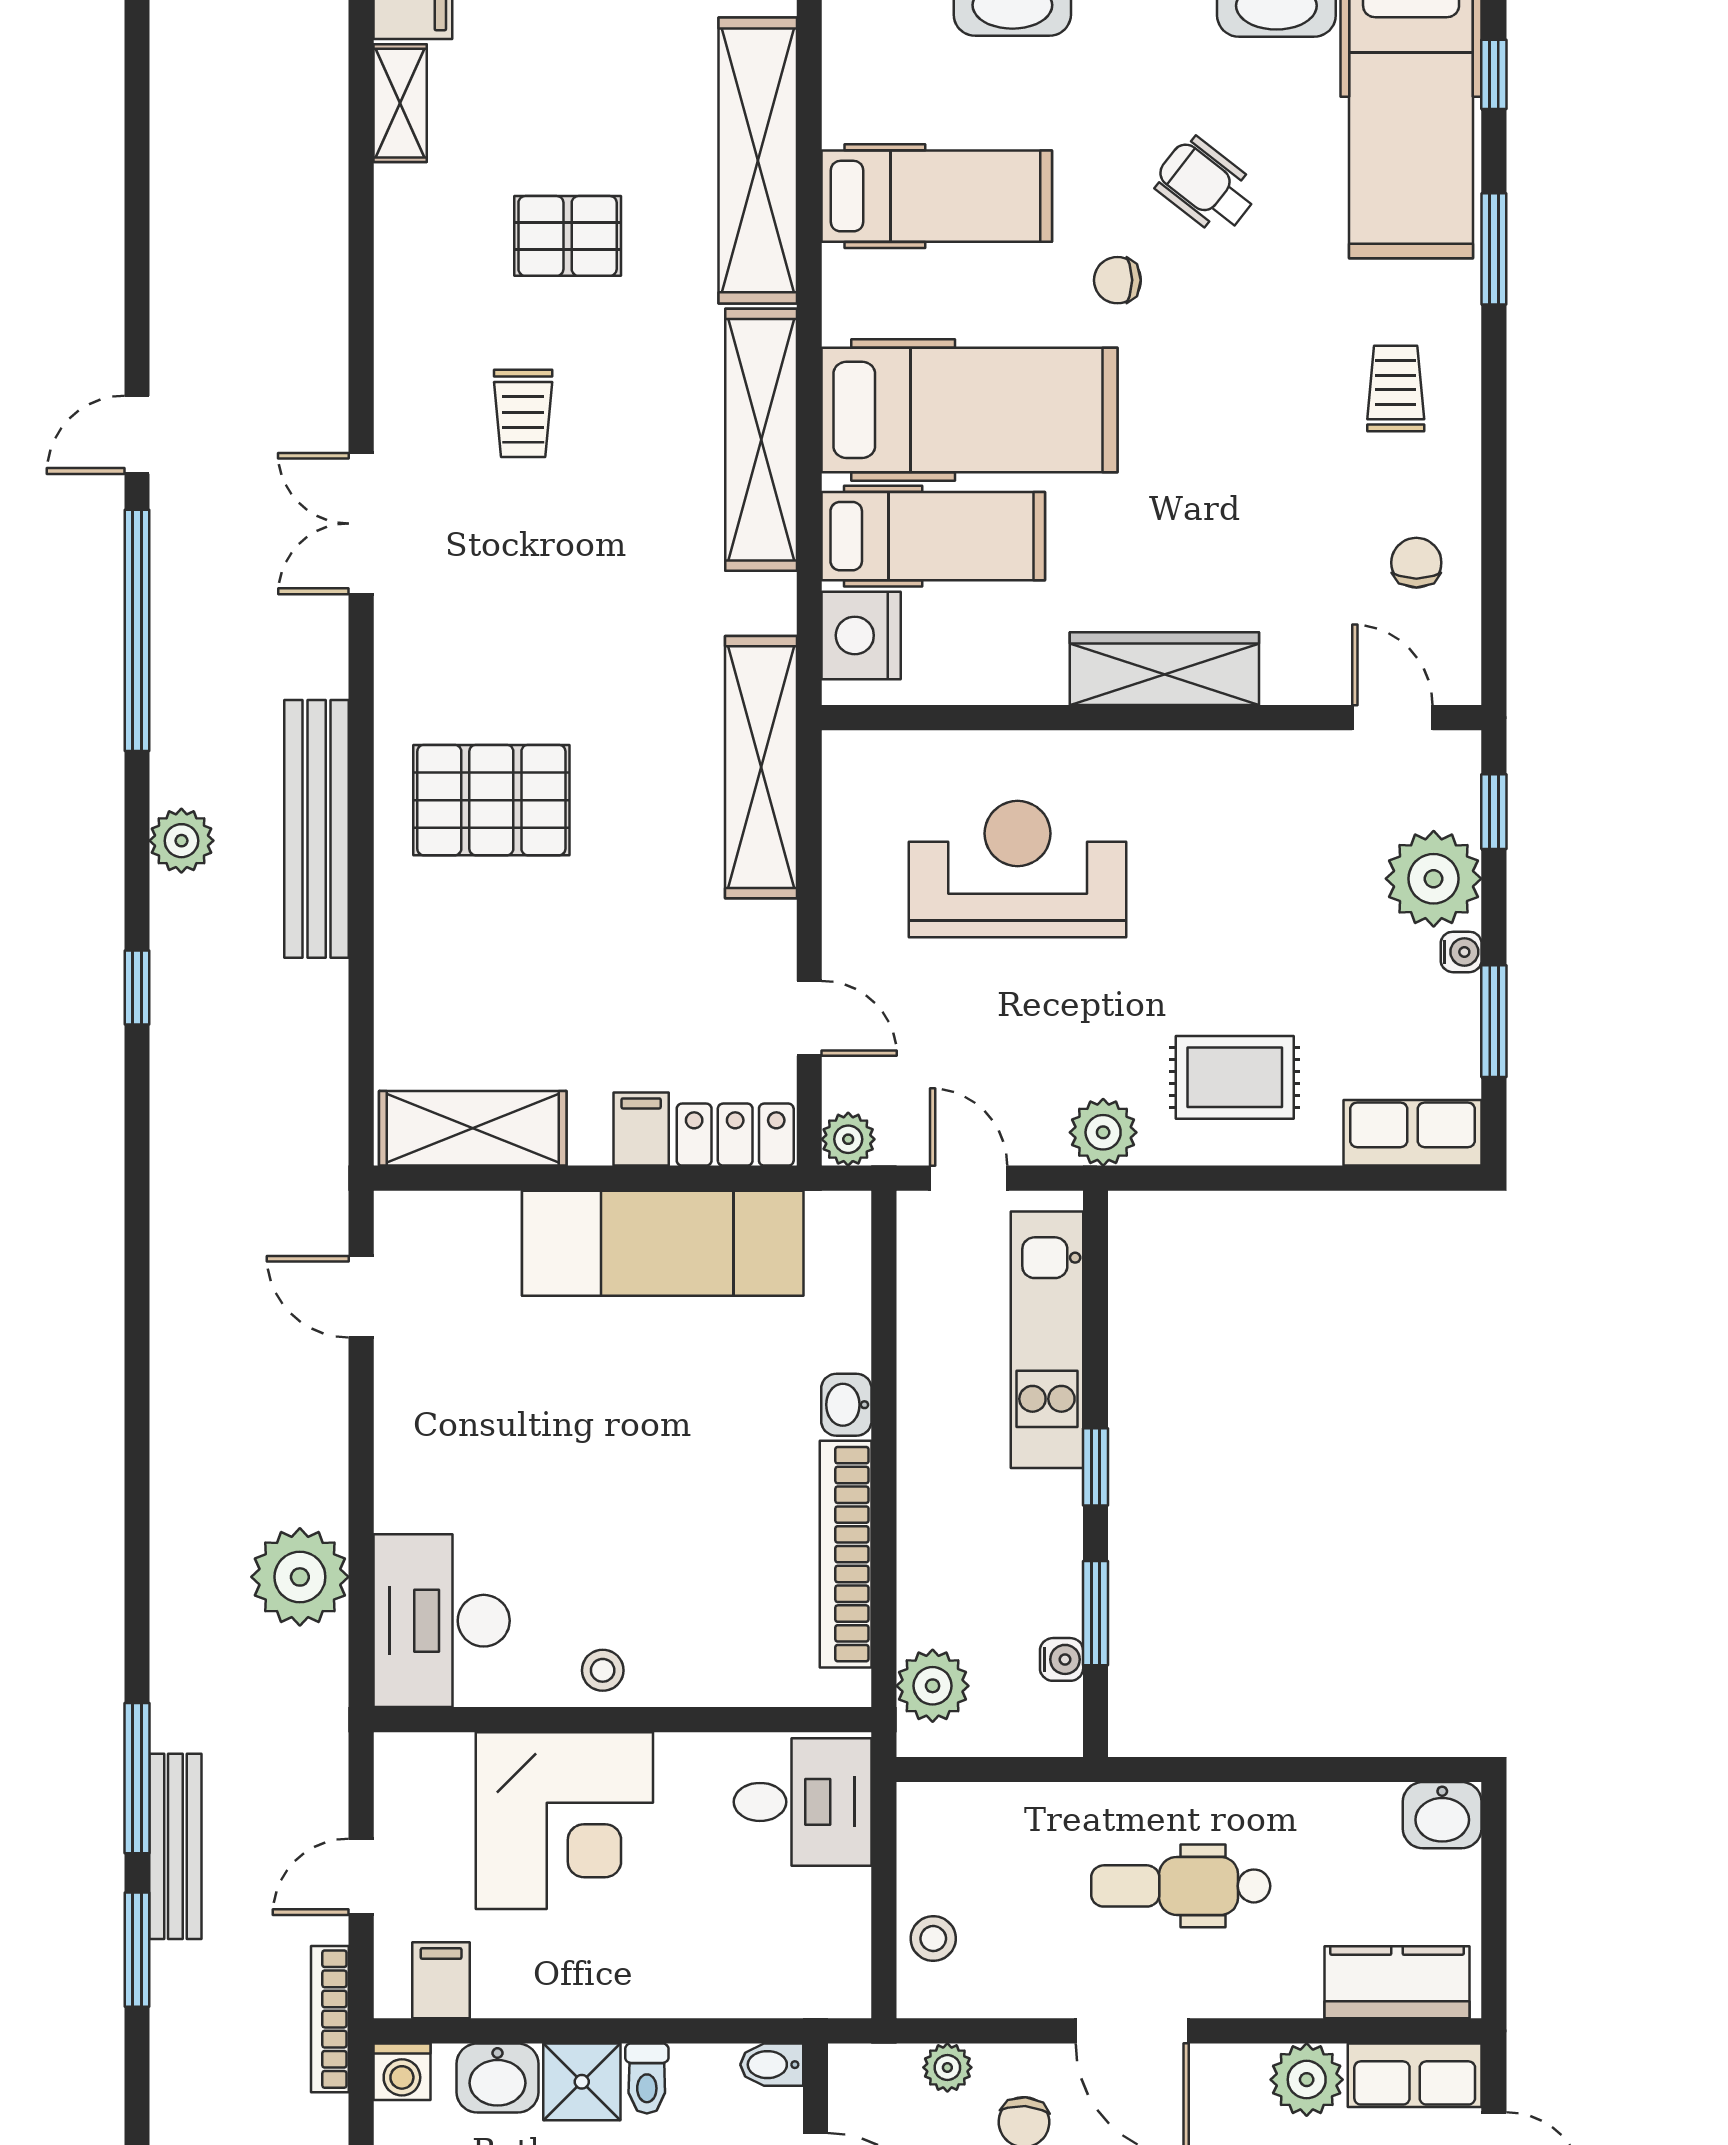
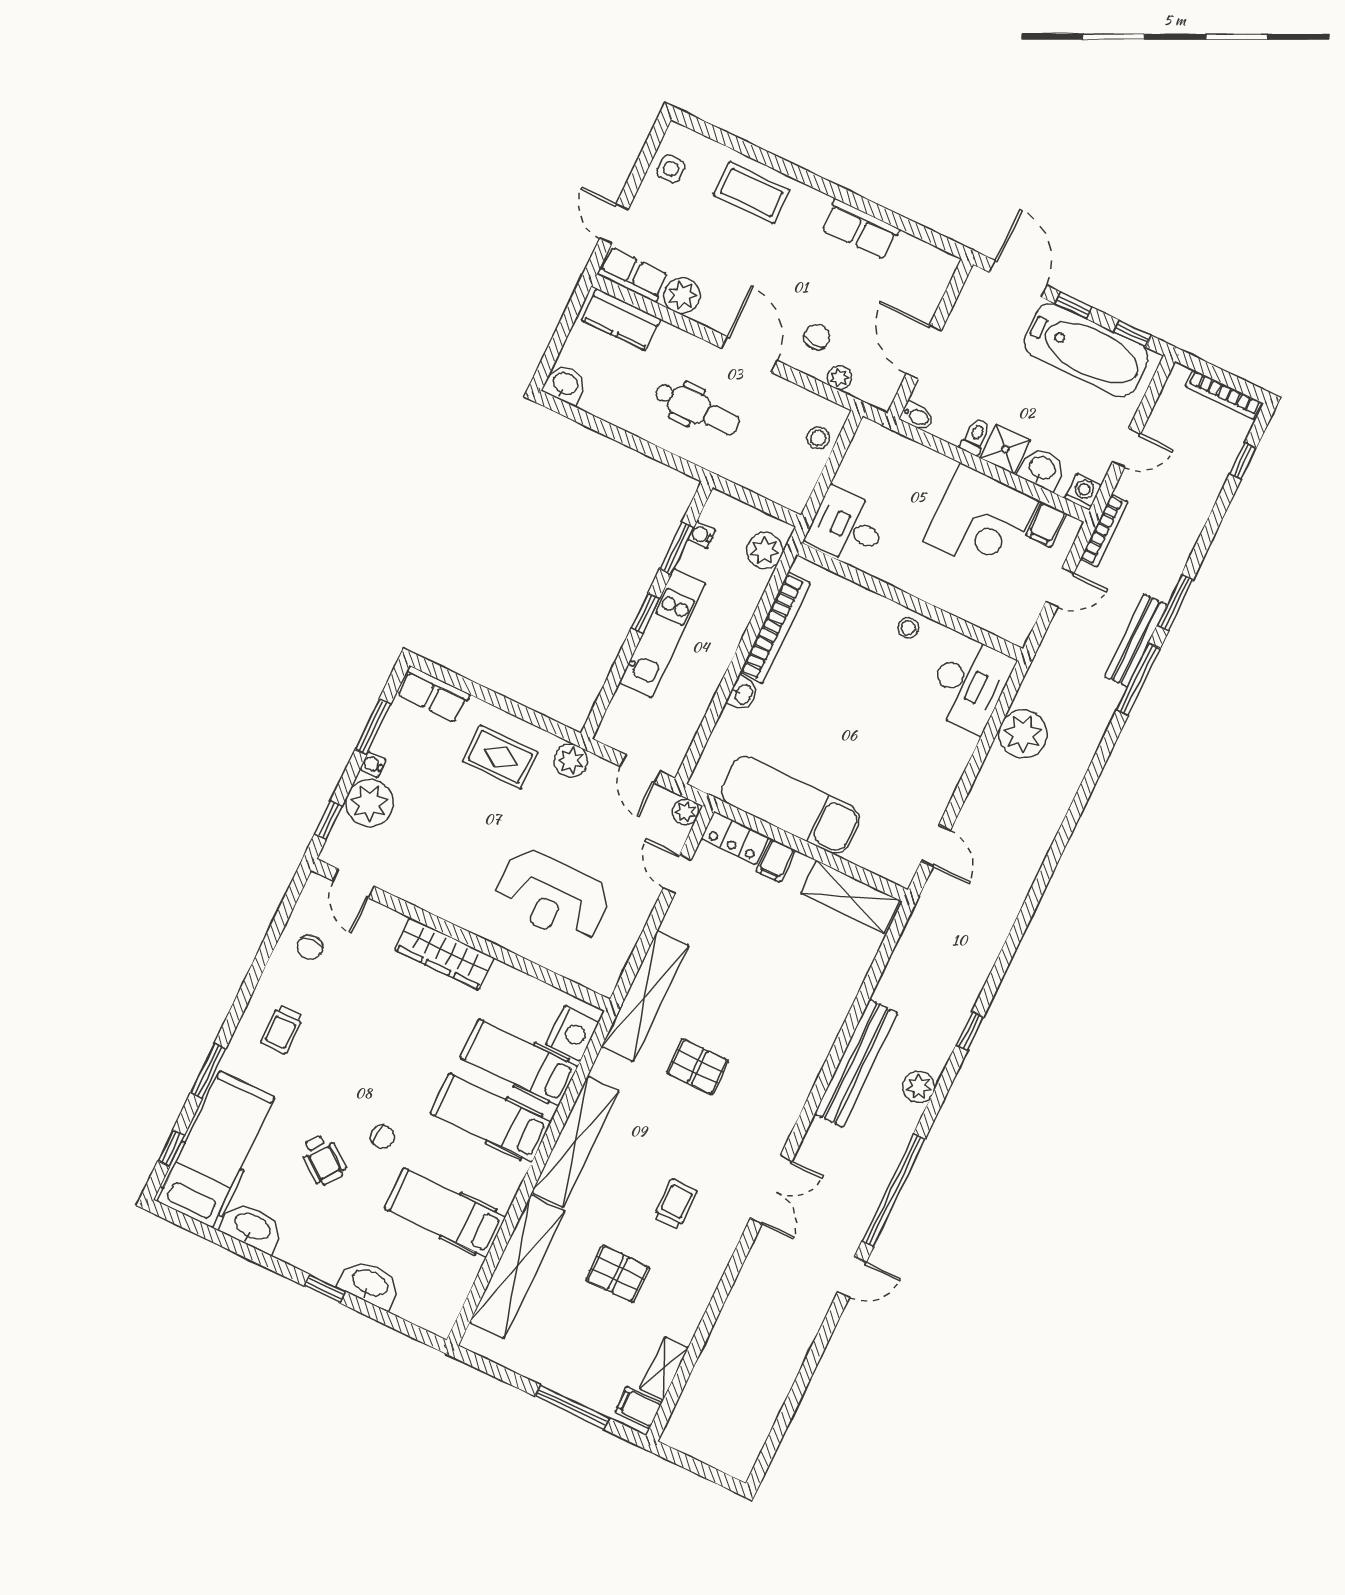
hospital bed: (970, 410) -> (491, 1118), width x0.73, depth x0.78
pallet: (491, 800) -> (697, 1067), moved, width x0.67, depth x0.71
kitchen unit: (1047, 1340) -> (662, 633), moved
corner desk: (564, 1821) -> (981, 521), moved, turned 180

